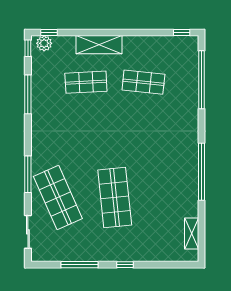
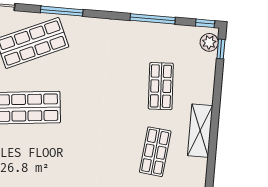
shelving: (99, 45) -> (200, 131), moved

